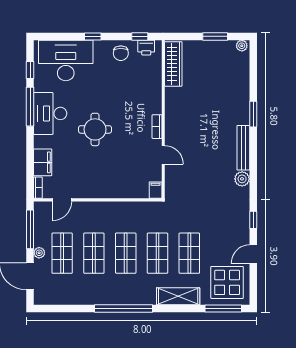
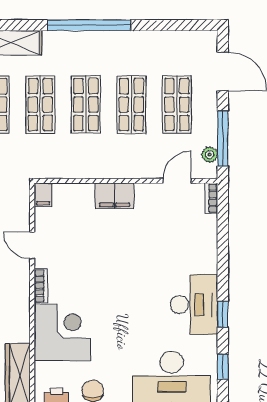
corner desk: (142, 94) -> (62, 332), added
window: (30, 107) -> (223, 314), width x0.46
round table: (95, 129) -> (130, 282), removed
filing cabinet: (43, 162) -> (115, 196), moved, turned -90
plant: (39, 253) -> (210, 155), moved

